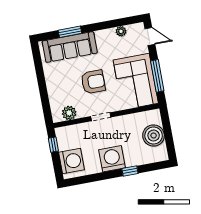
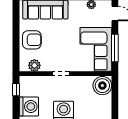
armchair: (93, 82) -> (32, 40), moved
boiler: (154, 135) -> (102, 86), moved

